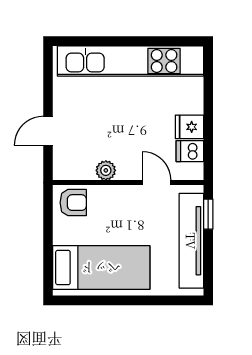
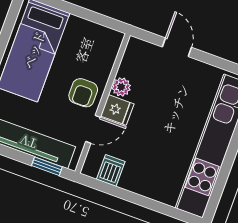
fridge: (189, 127) -> (117, 110), moved, turned 90
armchair: (73, 203) -> (83, 93), moved

